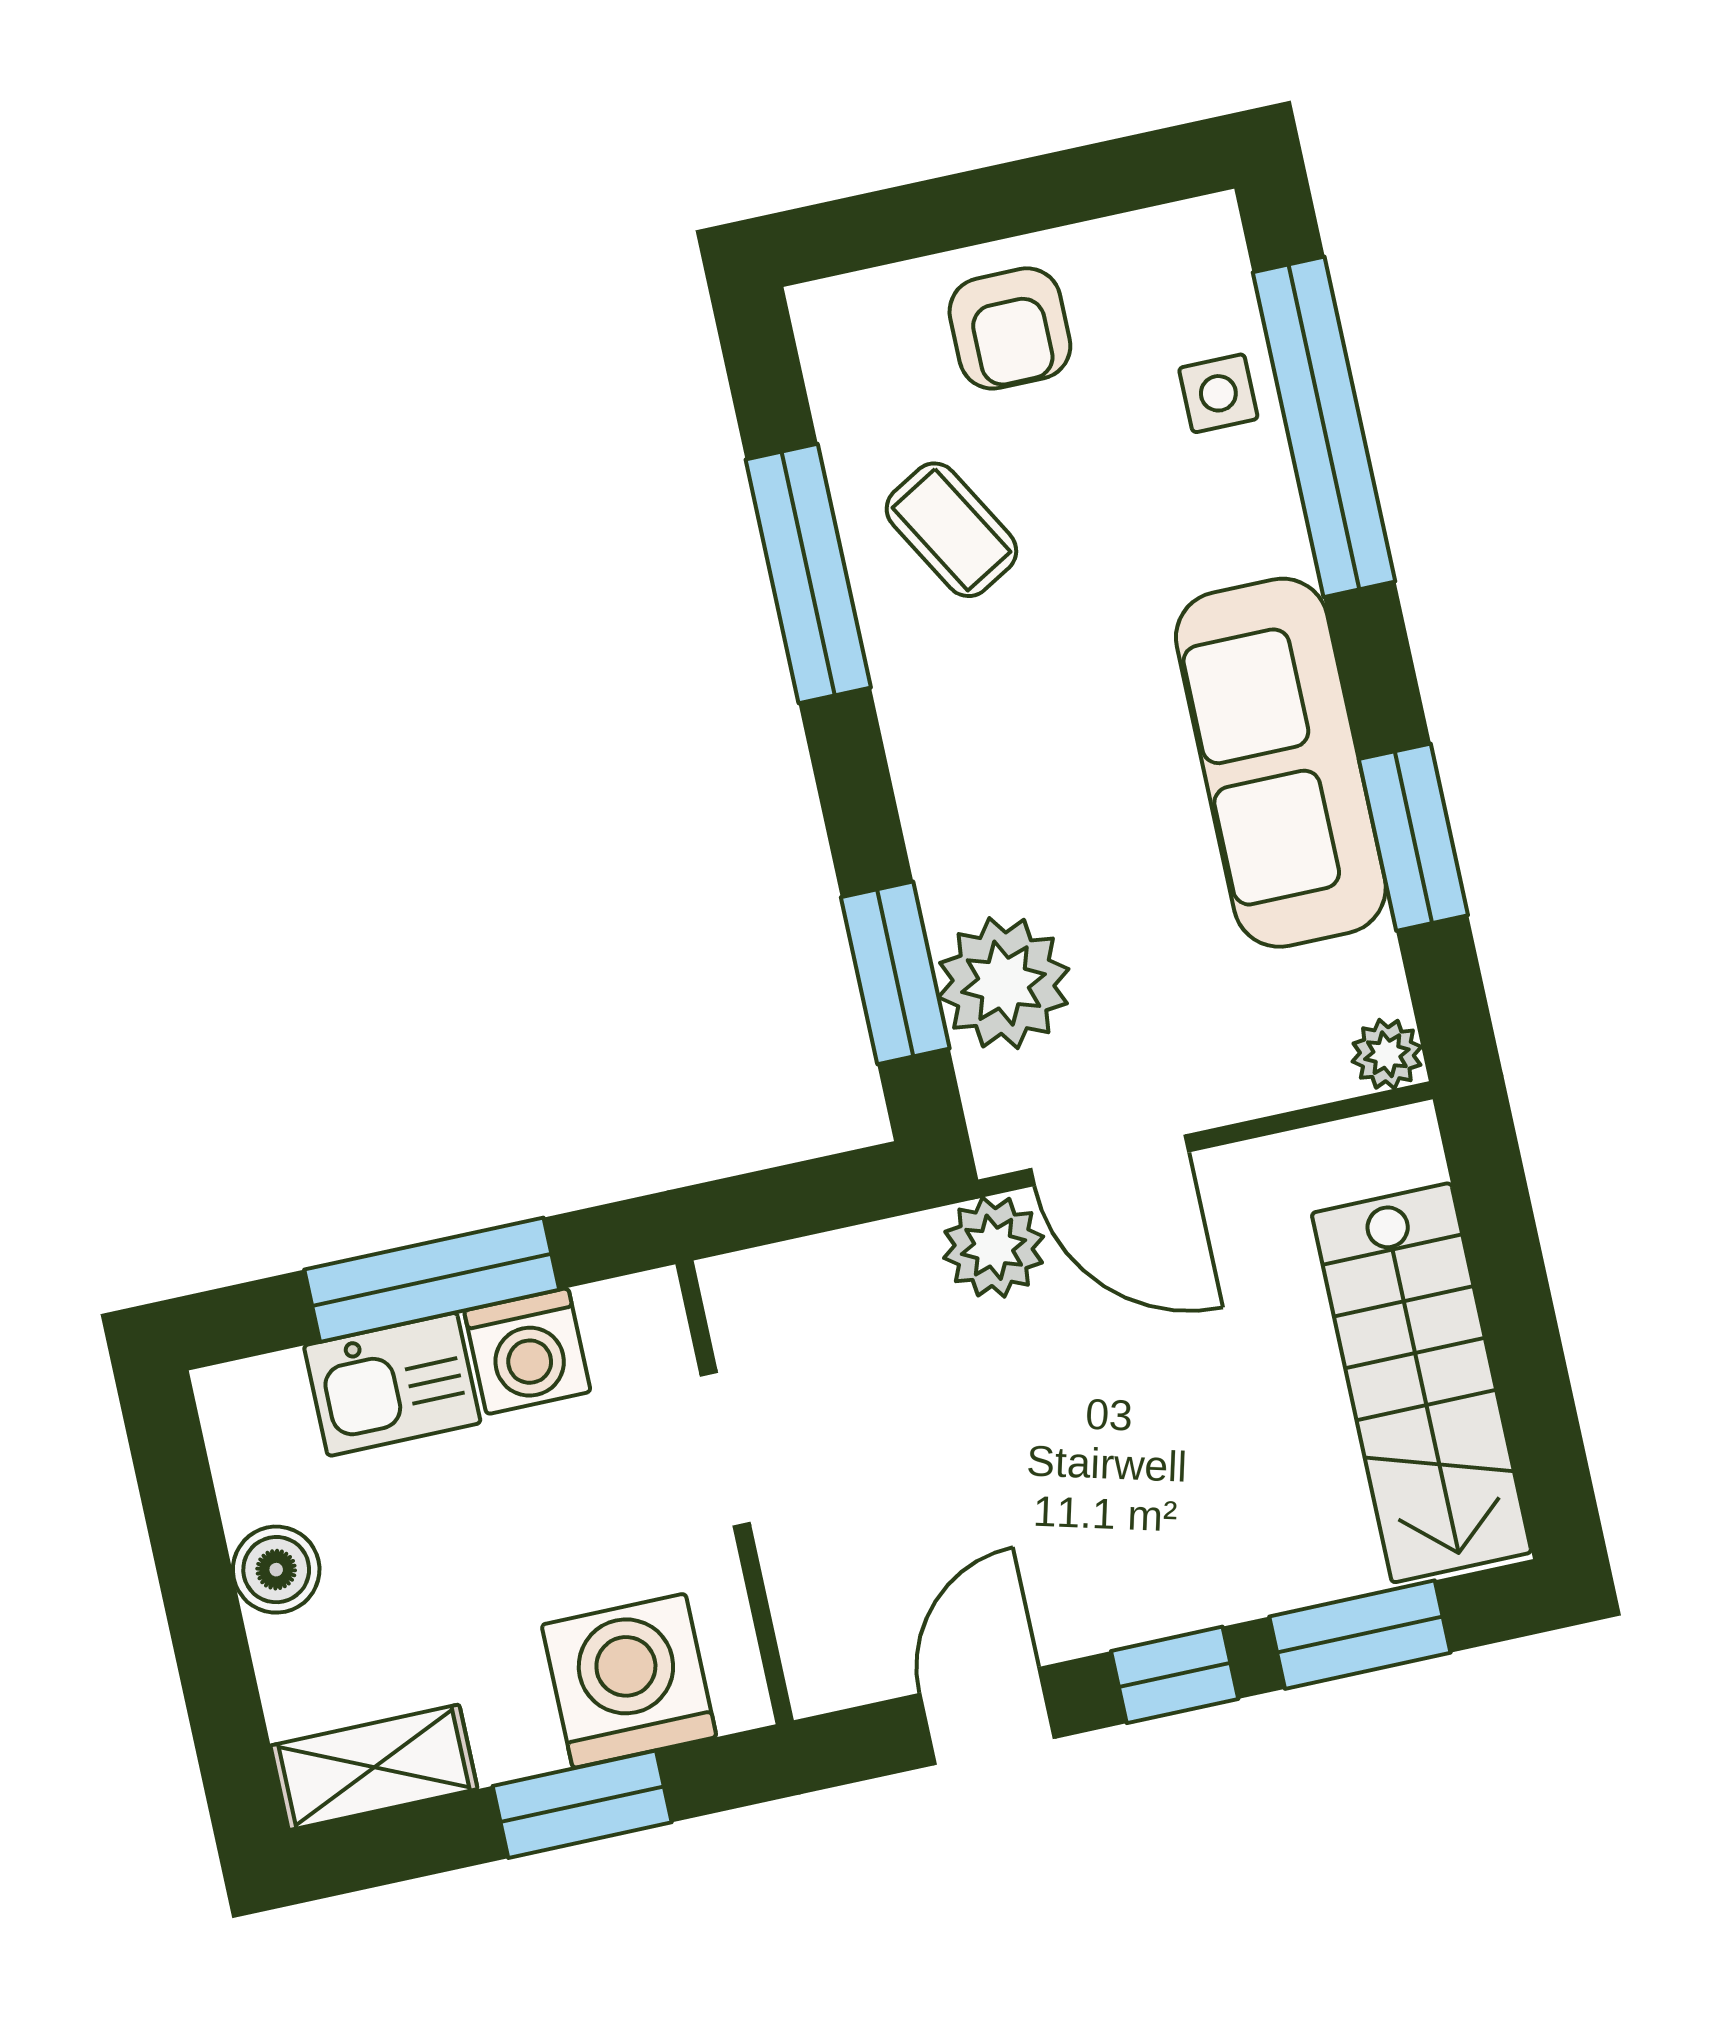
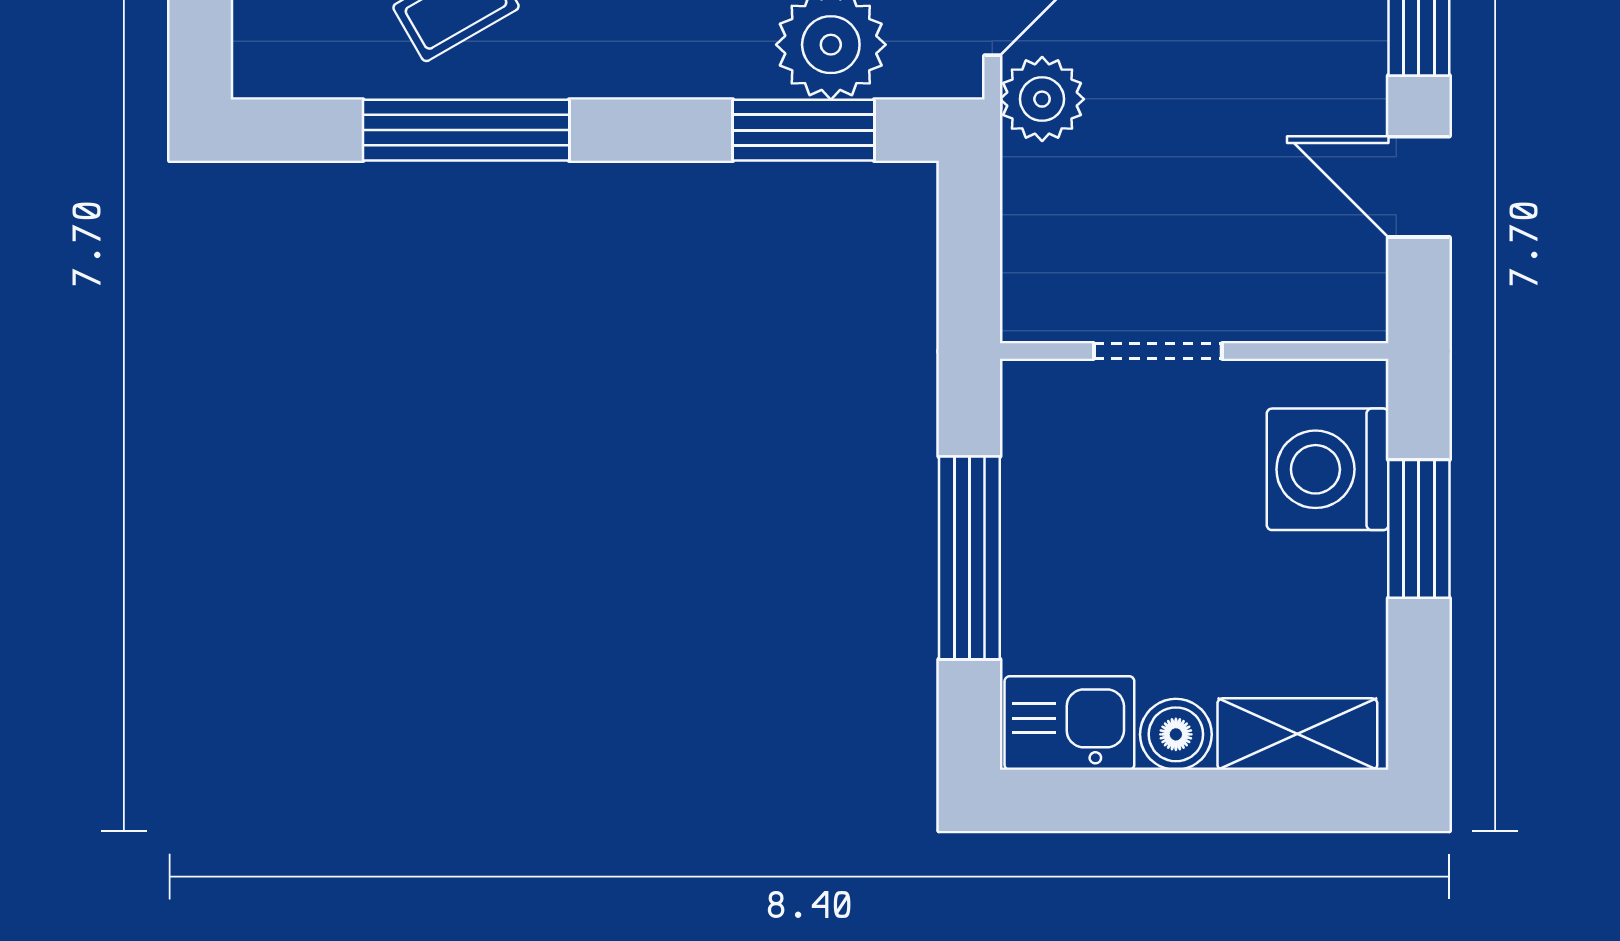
washing machine: (527, 1351) -> (1044, 493), removed
kitchen sink: (392, 1384) -> (1069, 723), moved, turned -90
shelving: (374, 1767) -> (1297, 734), moved, turned 90

